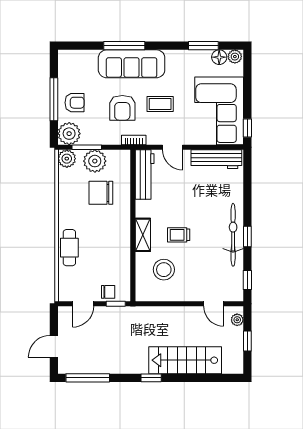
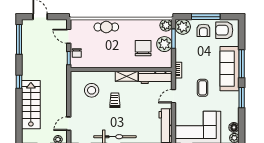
window: (203, 46) -> (242, 98), moved
armchair: (122, 108) -> (224, 30), moved
shelving: (143, 235) -> (127, 76), moved

